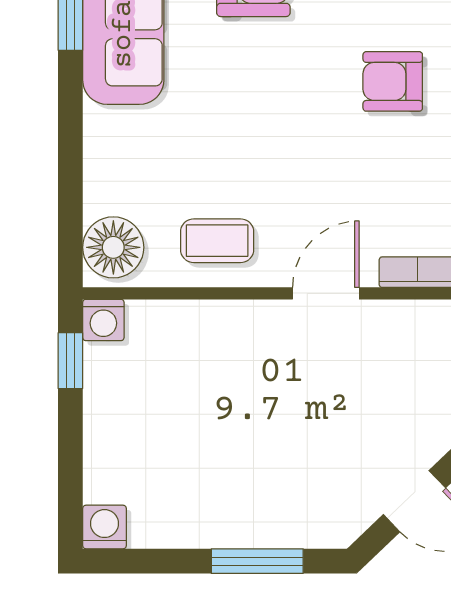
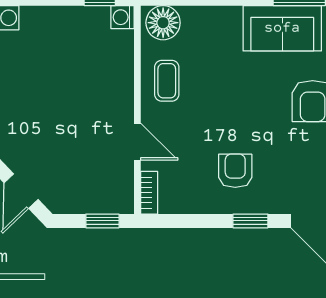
armchair: (393, 81) -> (235, 171), moved

